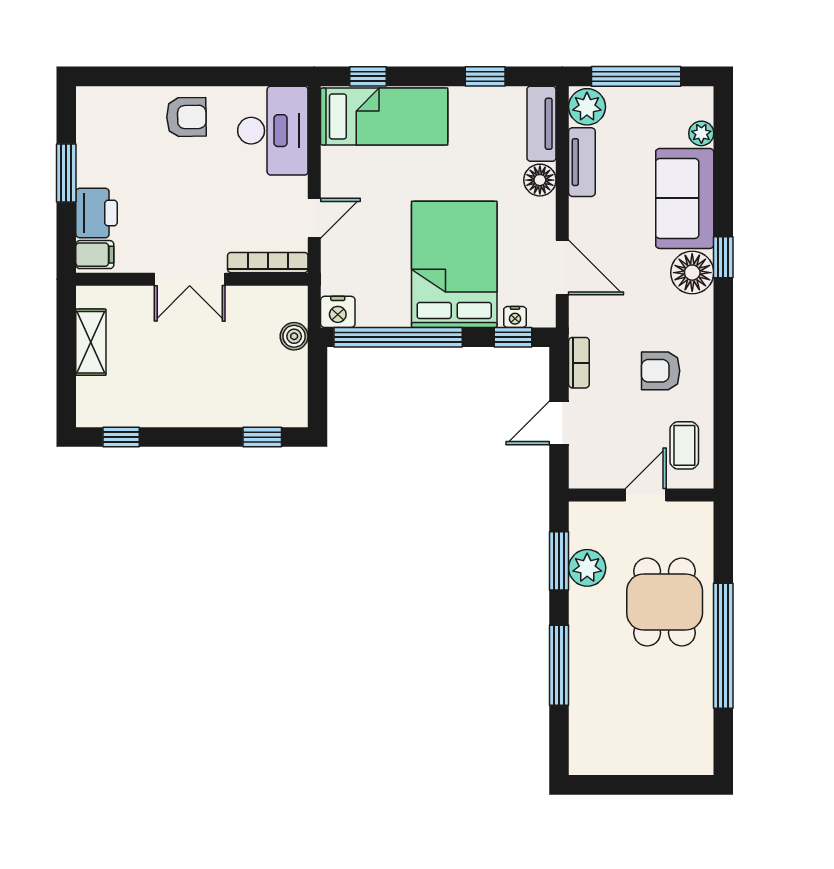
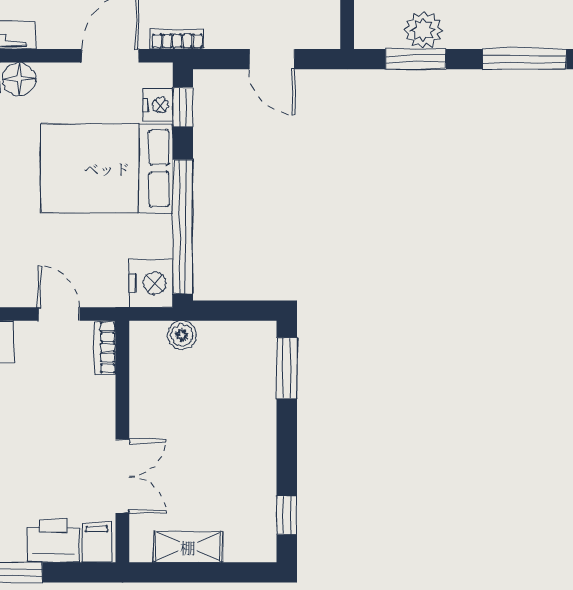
bookcase: (268, 263) -> (105, 347), width x0.64
double door: (190, 279) -> (122, 476), moved
nightstand: (338, 312) -> (151, 283), width x1.36, depth x1.33
nightstand: (515, 317) -> (158, 105), width x1.39, depth x1.35
bookcase: (579, 363) -> (177, 38), moved
window: (262, 437) -> (287, 368), width x1.50

